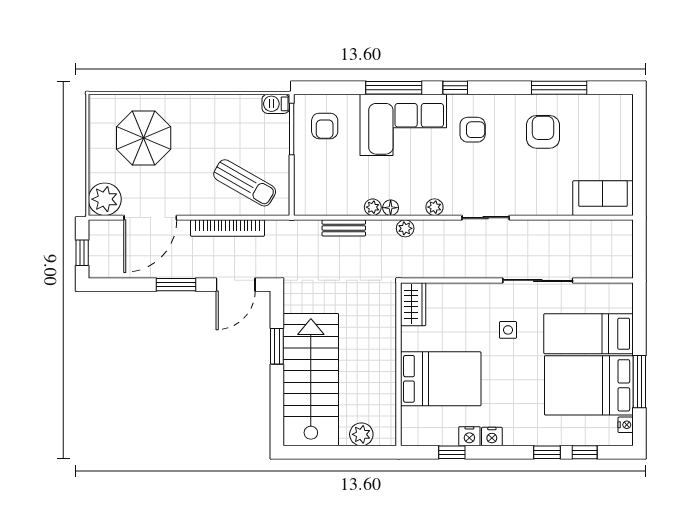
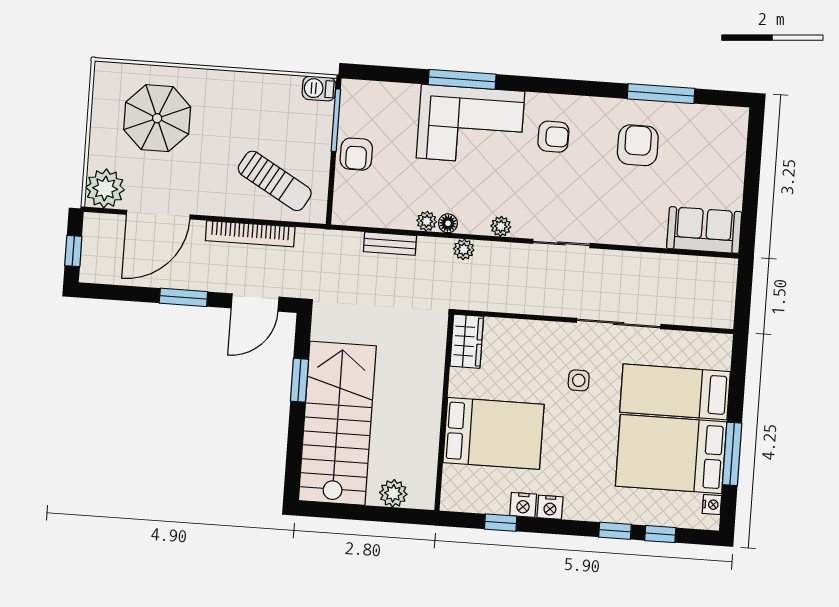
window: (455, 88) -> (536, 85), removed
armchair: (325, 126) -> (356, 154), moved

